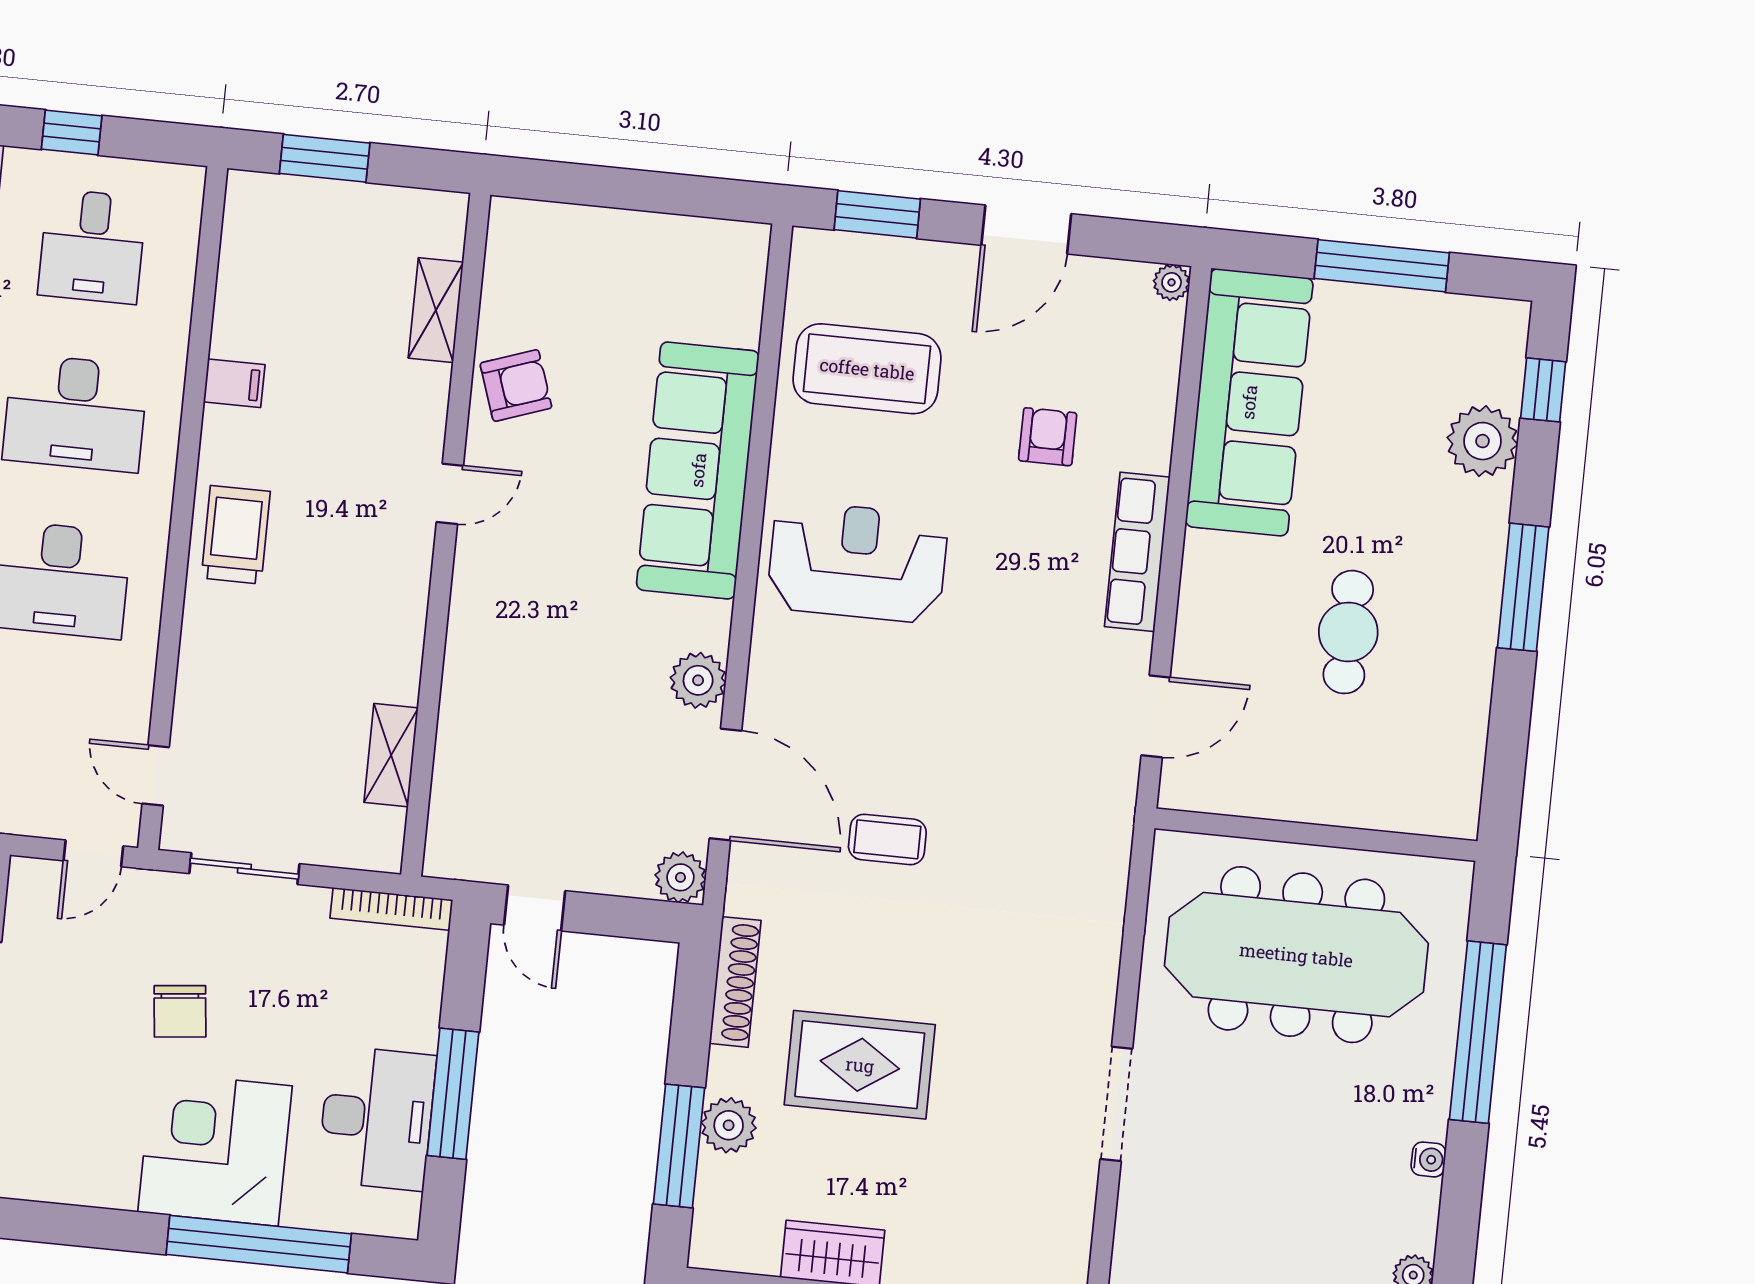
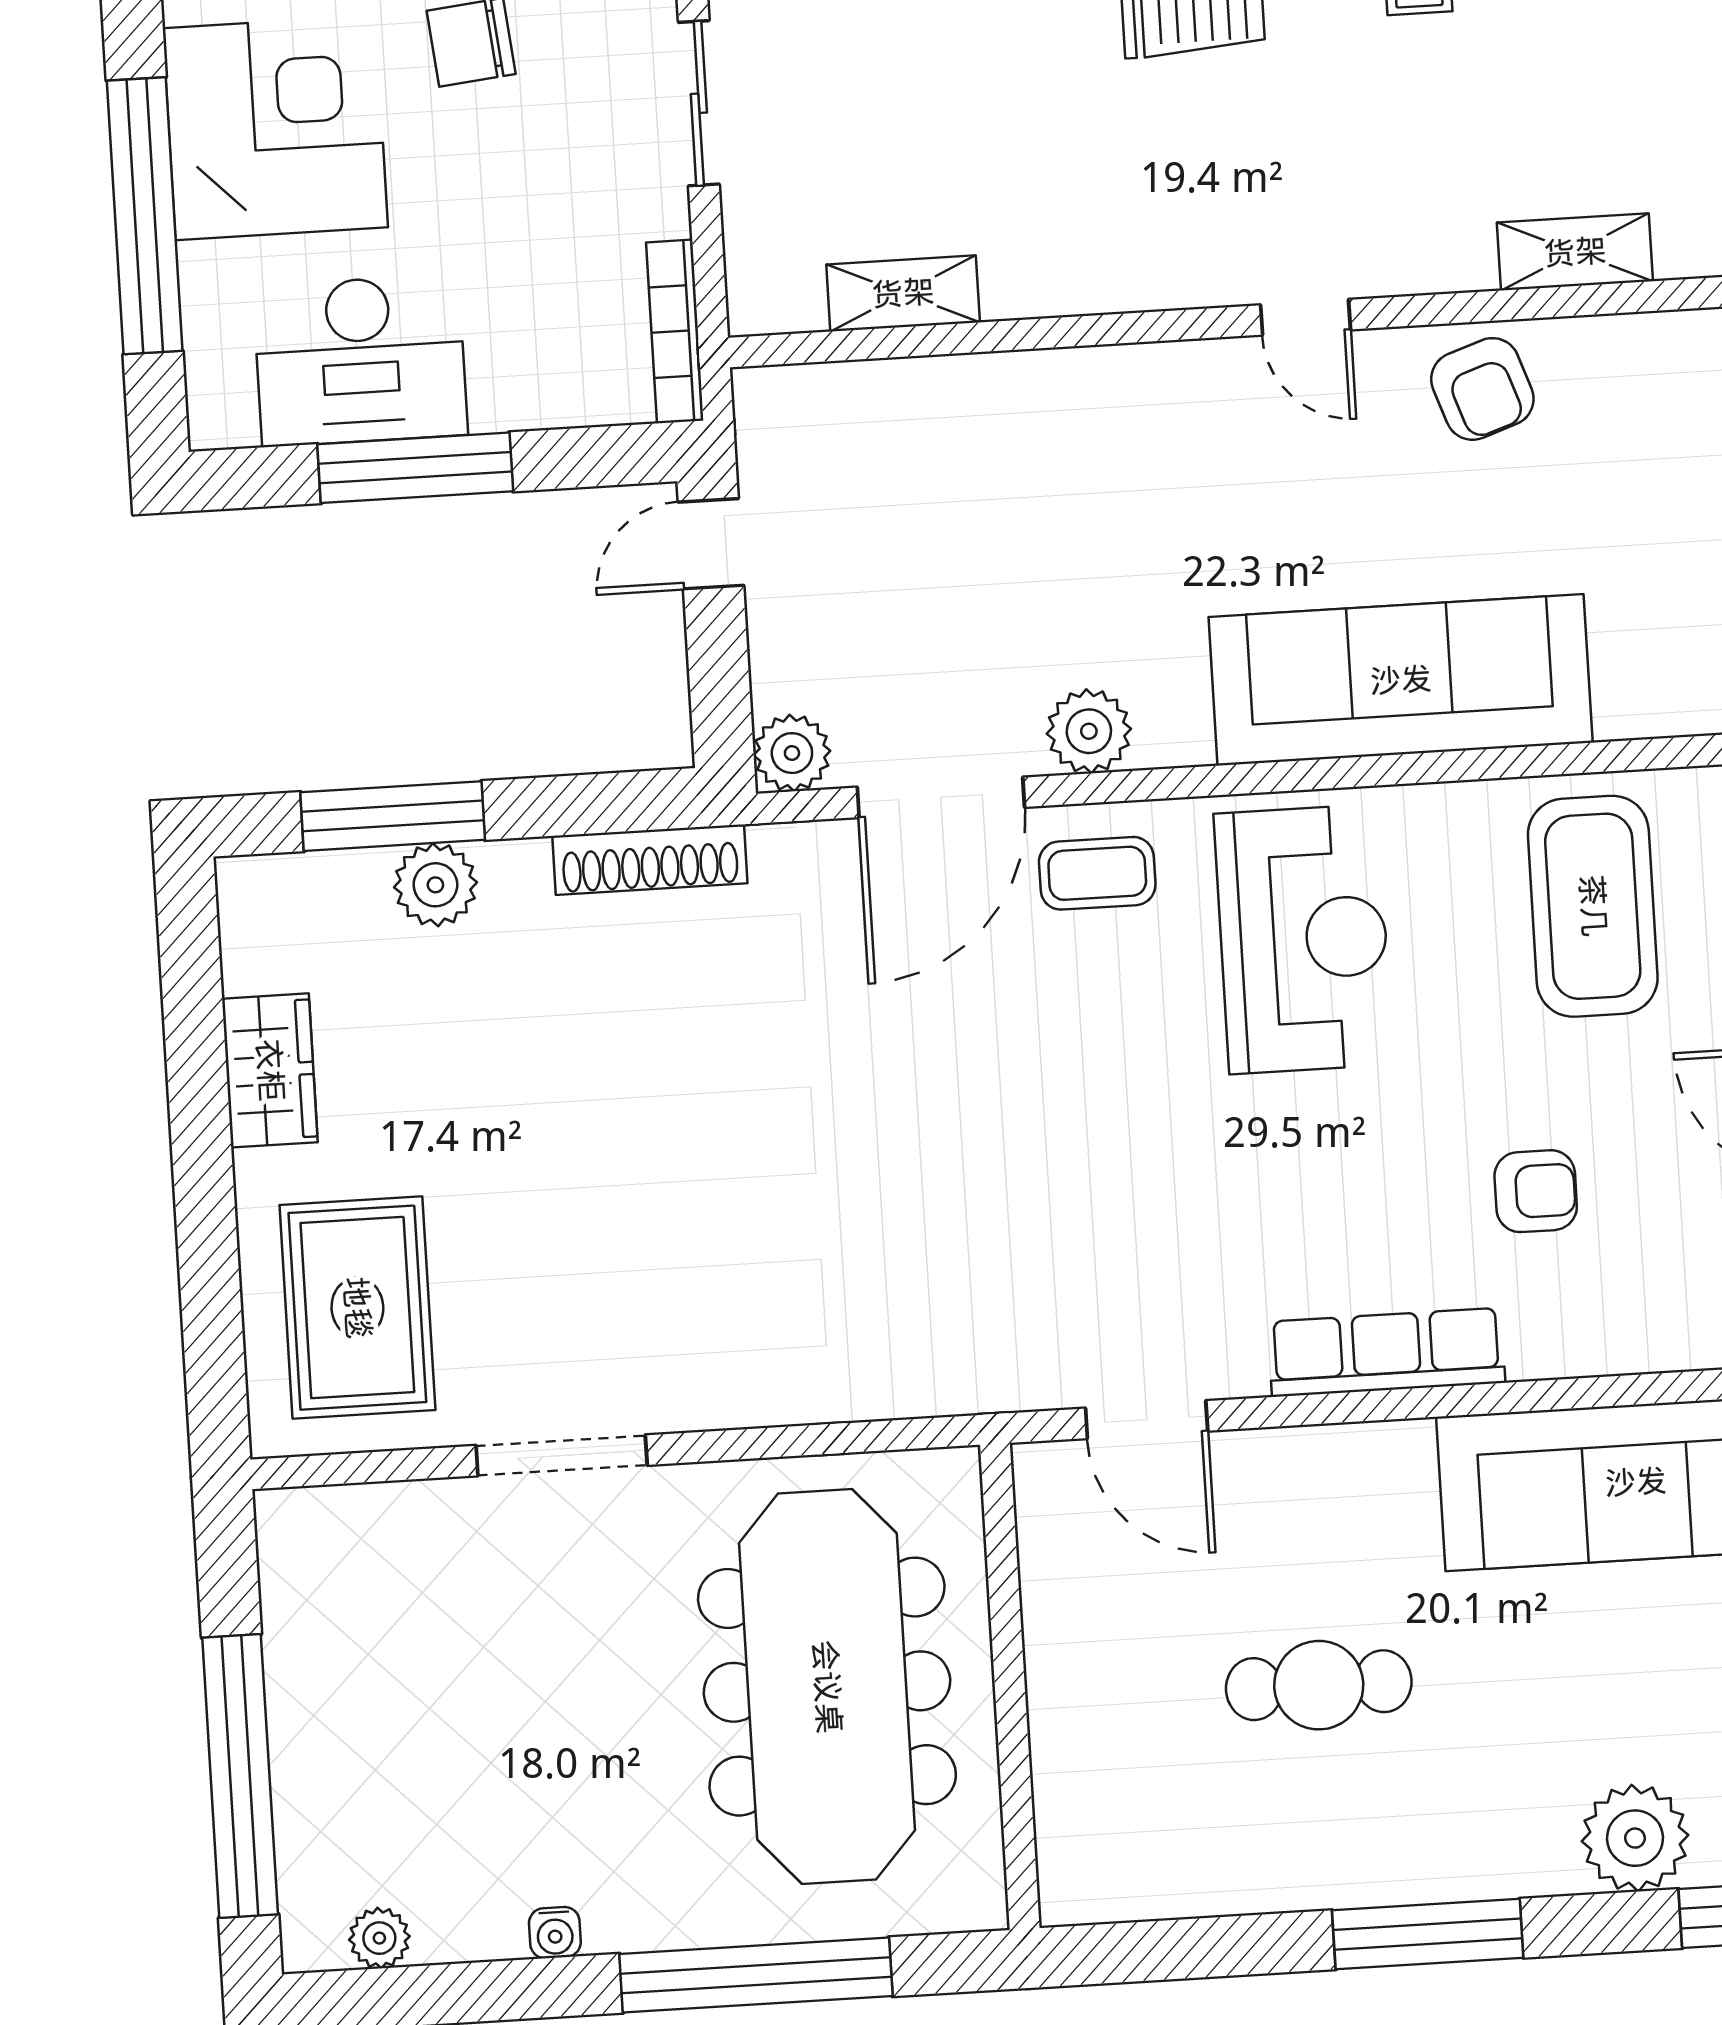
coffee table: (887, 839) -> (1097, 873), moved, turned 90
rug: (860, 1065) -> (357, 1308), moved

